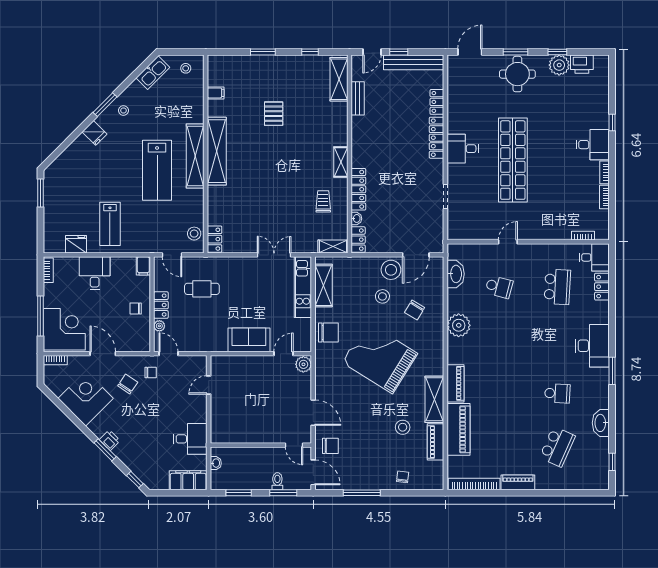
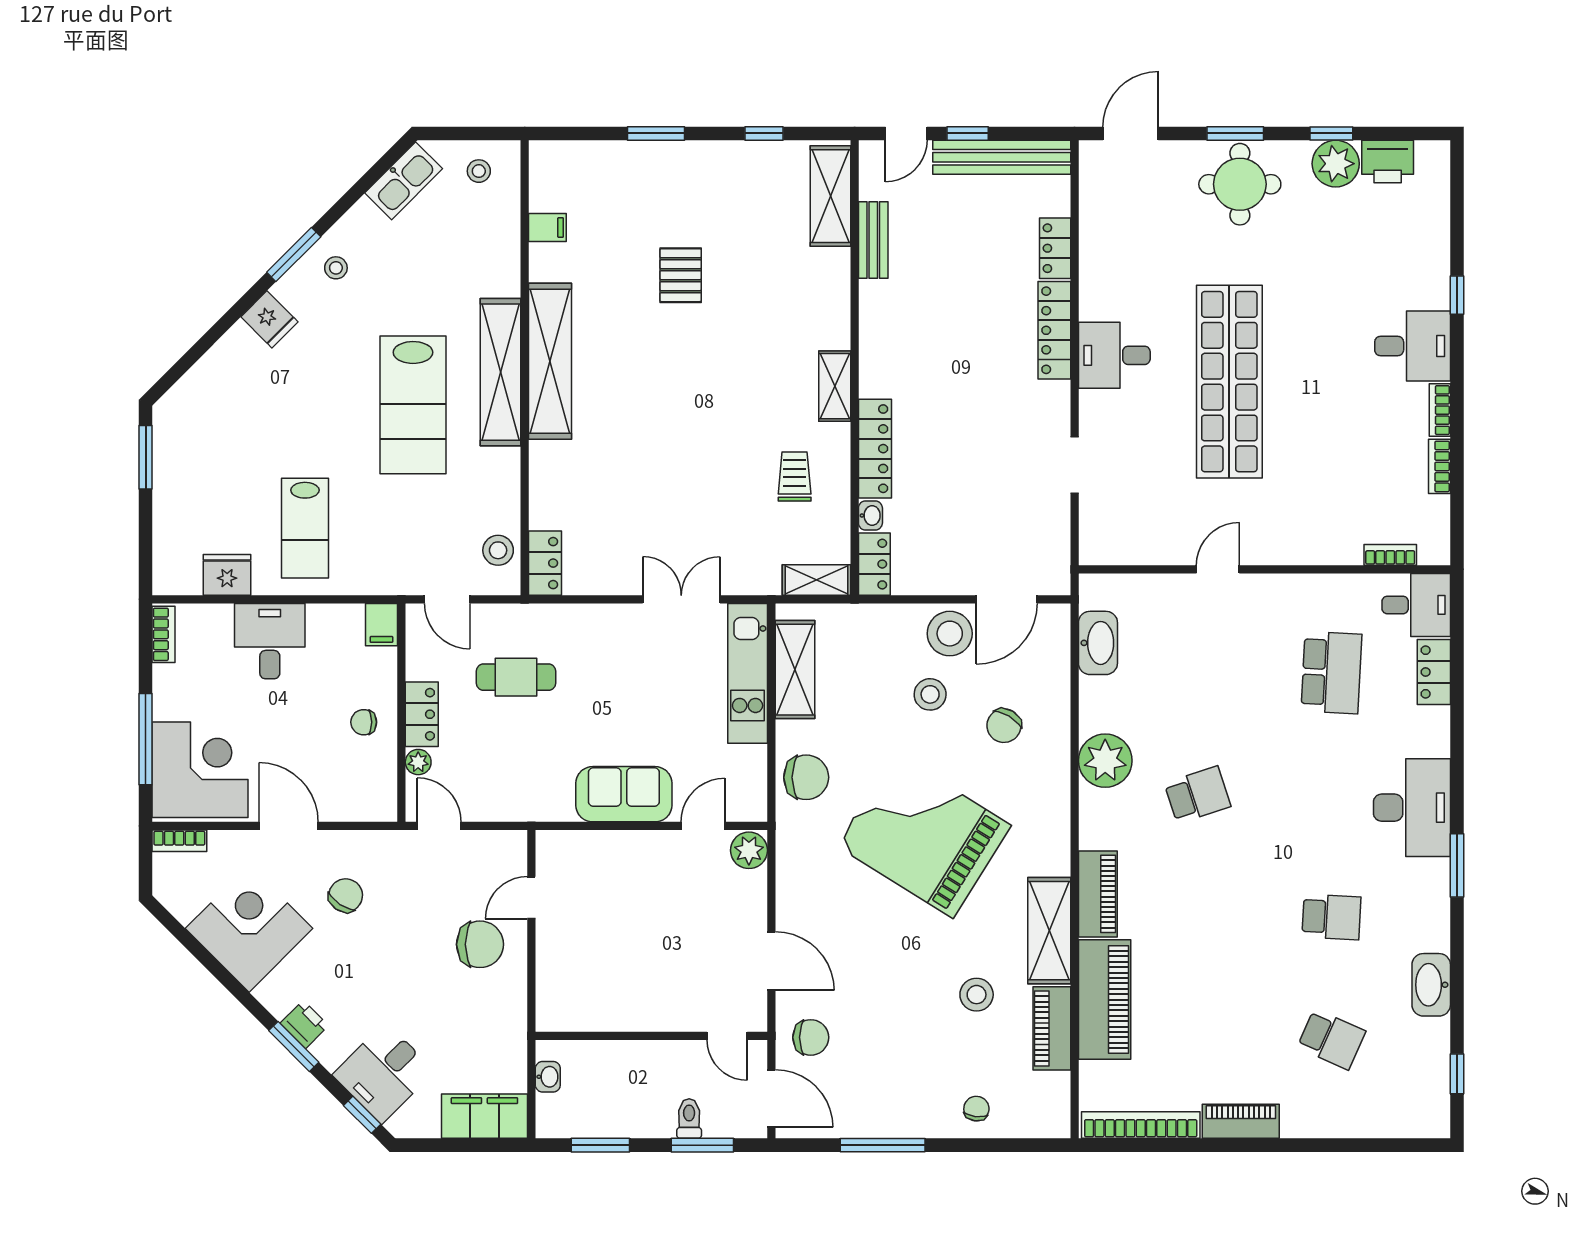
school desk: (499, 287) -> (1197, 795), moved, turned -33
chair: (151, 372) -> (480, 944), moved, width x1.87, depth x1.87
desk: (190, 439) -> (383, 1073), moved, turned 135
school desk: (557, 447) -> (1331, 1039), width x0.54

